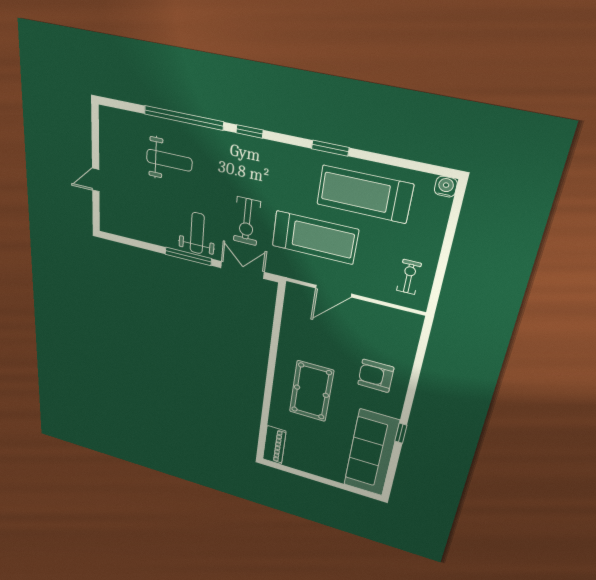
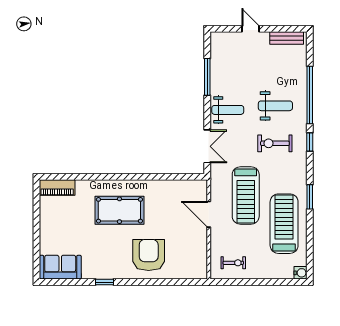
bench: (107, 135) -> (287, 38), added
weight bench: (169, 160) -> (275, 106), moved, turned -90
exercise bike: (247, 221) -> (275, 143), moved
window: (188, 256) -> (207, 77), moved
armchair: (376, 376) -> (149, 255), width x1.36, depth x1.36
sofa: (371, 453) -> (60, 267), width x0.54, depth x0.79

